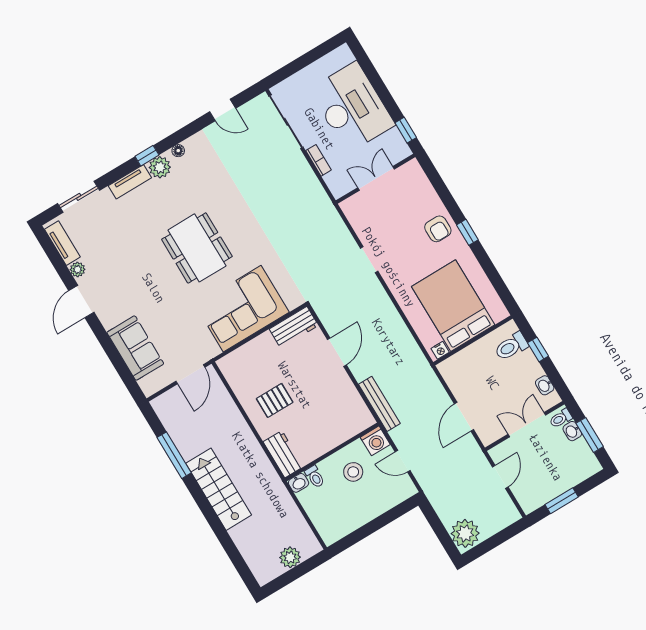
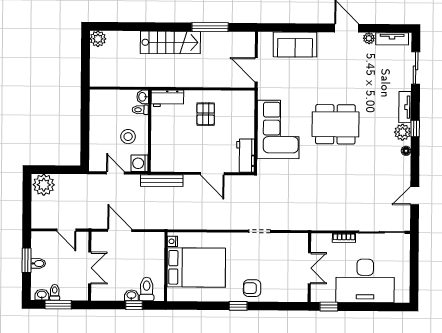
washbasin: (545, 385) -> (131, 295), moved
toilet: (561, 418) -> (55, 292), moved
washbasin: (572, 431) -> (42, 295), moved
door: (403, 461) -> (115, 173), hinge flipped
bidet: (557, 486) -> (38, 263), added
plant: (290, 557) -> (98, 39), moved

